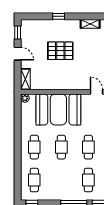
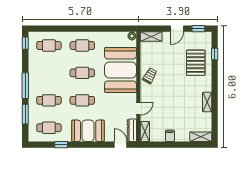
window: (59, 16) -> (215, 54), moved
pallet: (60, 51) -> (196, 63), moved
trolley: (64, 80) -> (150, 76), added

